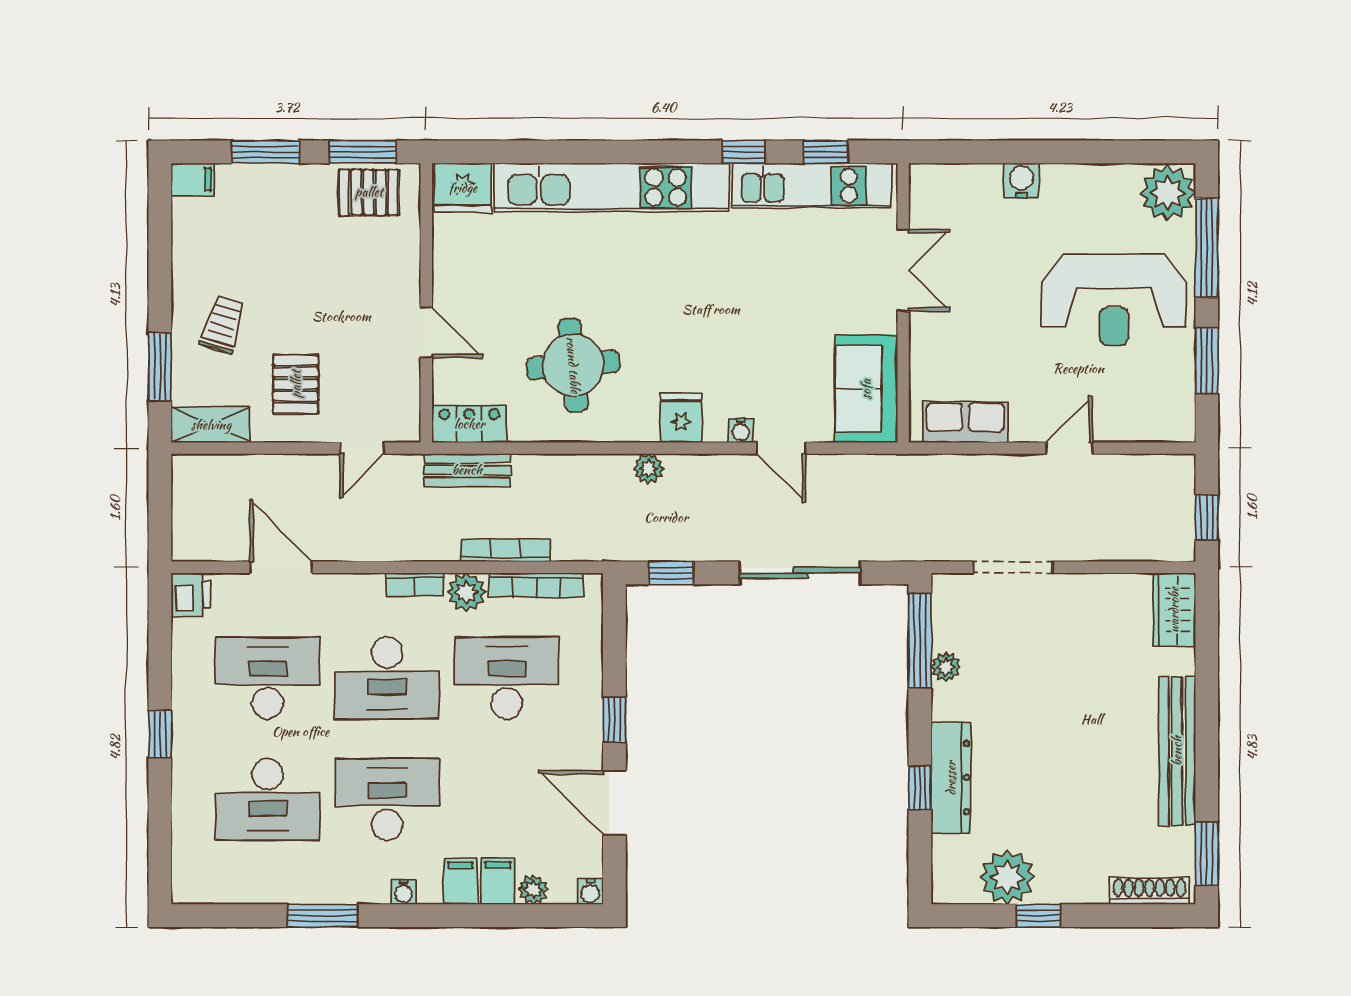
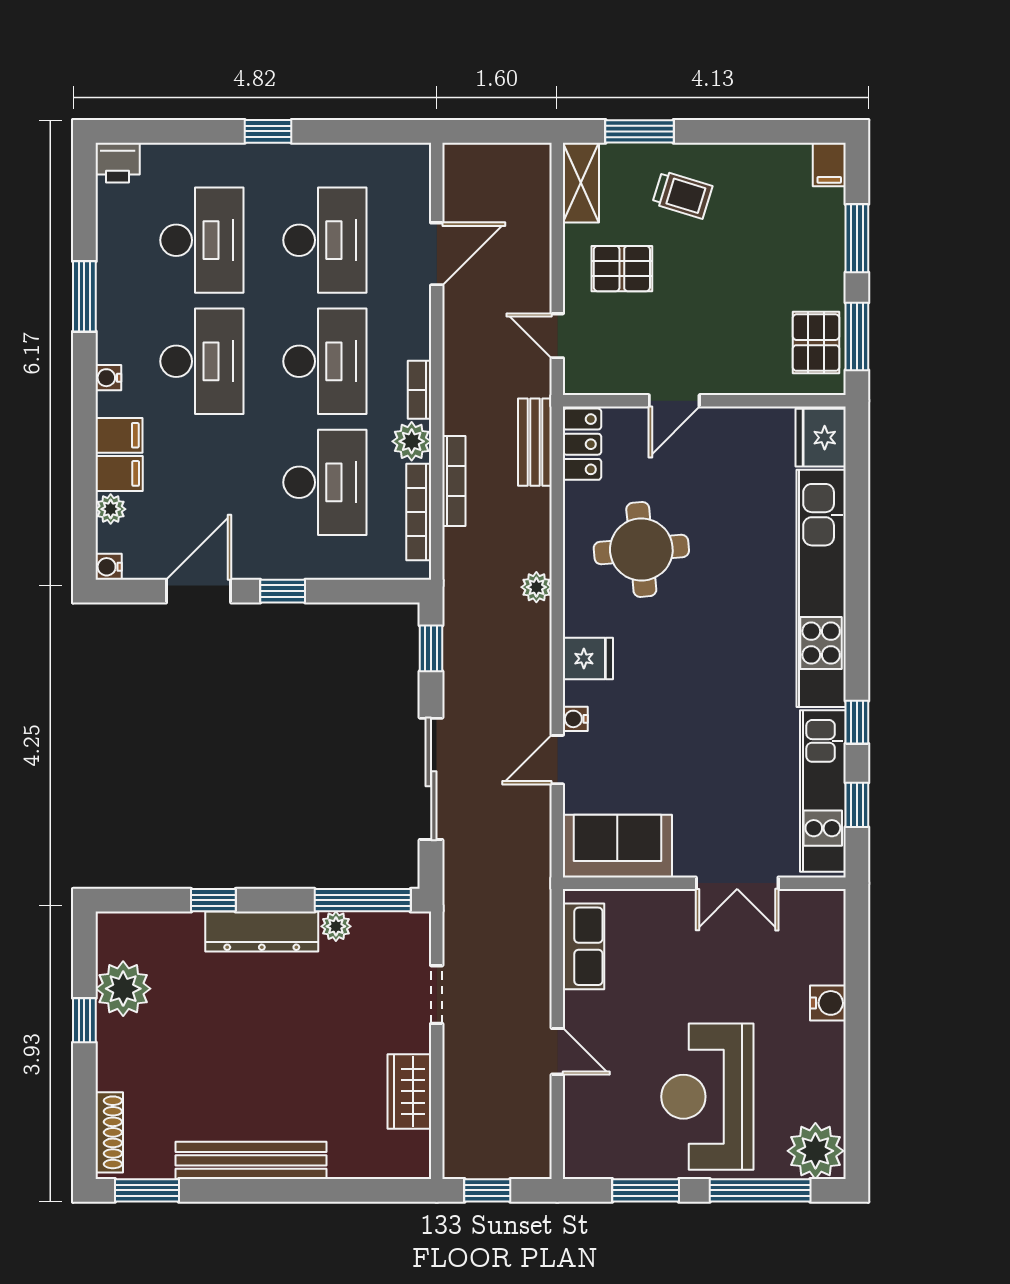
plant: (649, 469) -> (536, 587), moved
doorway: (1013, 567) -> (437, 995), width x0.73
printer: (191, 595) -> (118, 163), moved
wardrobe: (1174, 610) -> (409, 1091), moved, turned -90
desk: (387, 678) -> (325, 361), turned 180
dresser: (951, 778) -> (262, 932), moved
desk: (268, 799) -> (202, 240), turned 180

